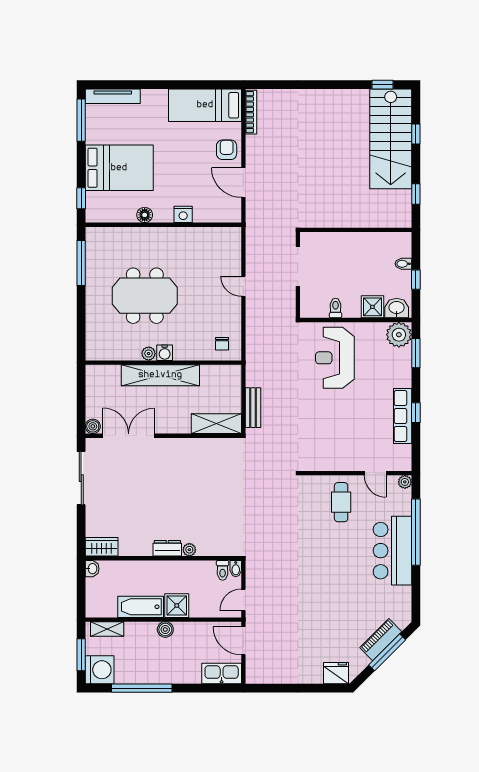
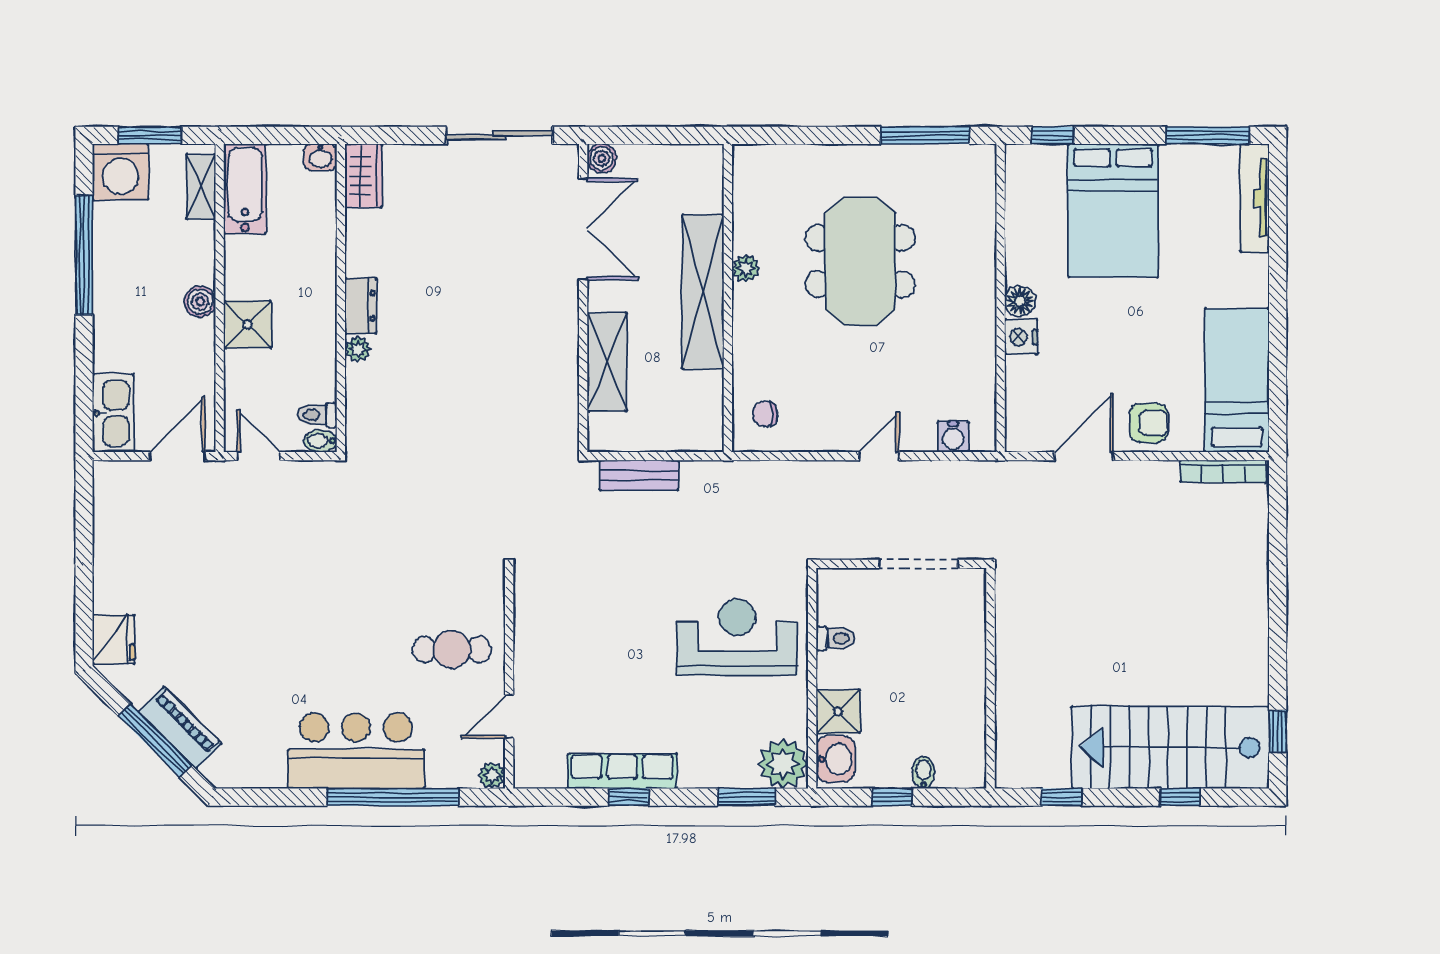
floor lamp: (145, 215) -> (1020, 301), moved
water cooler: (165, 353) -> (953, 437), moved, turned -90
shelving: (216, 424) -> (607, 362), moved
bathtub: (141, 607) -> (245, 189), moved

